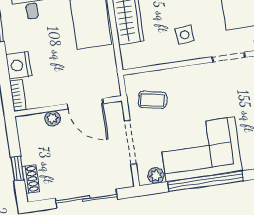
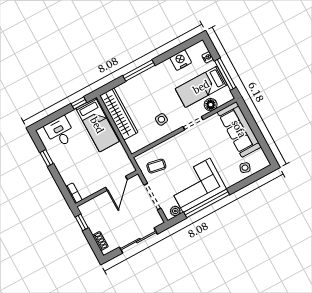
nightstand: (19, 65) -> (68, 175), removed
door: (85, 104) -> (116, 183), hinge flipped
plant: (52, 118) -> (100, 200), removed
window: (17, 169) -> (82, 222), moved

